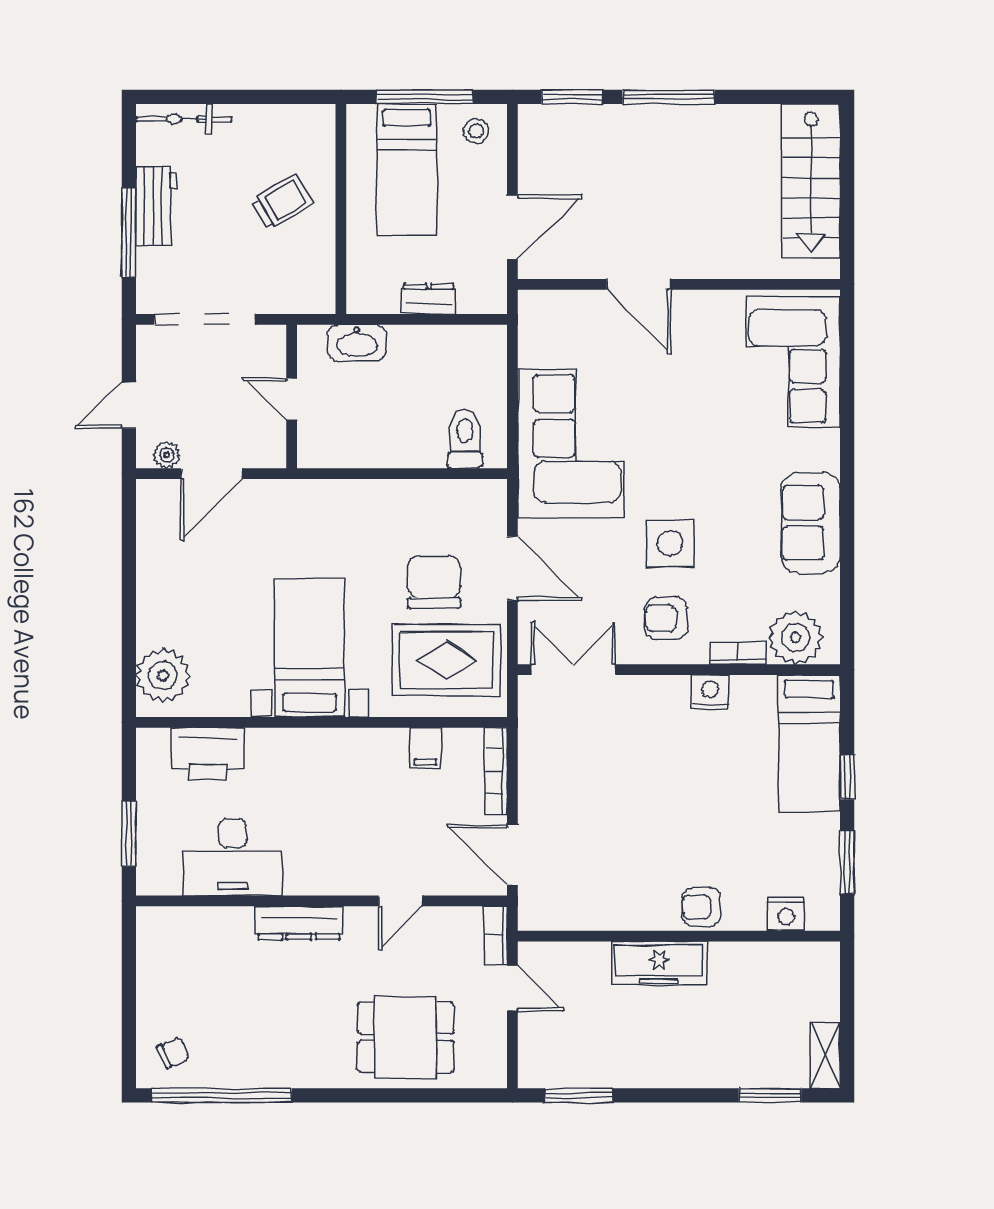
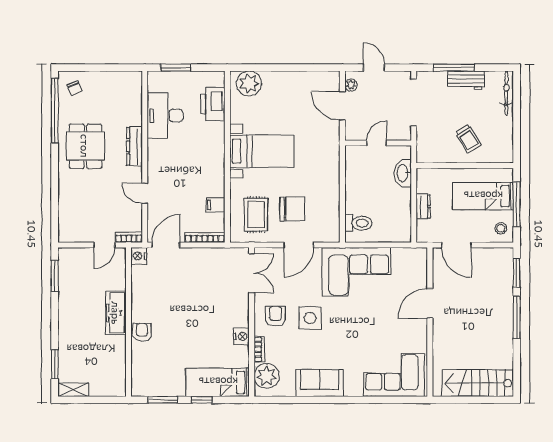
rug: (447, 660) -> (256, 215), width x0.73, depth x0.70
nightstand: (786, 914) -> (139, 256), moved
dining table: (406, 1037) -> (85, 146), moved

